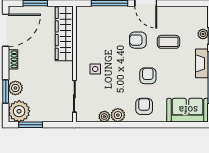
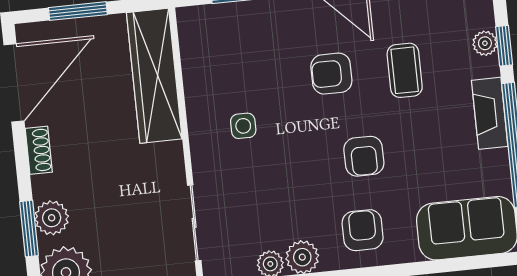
coffee table: (168, 42) -> (405, 70), turned 90
side table: (95, 69) -> (243, 126), moved
armchair: (148, 76) -> (364, 156), turned 180

